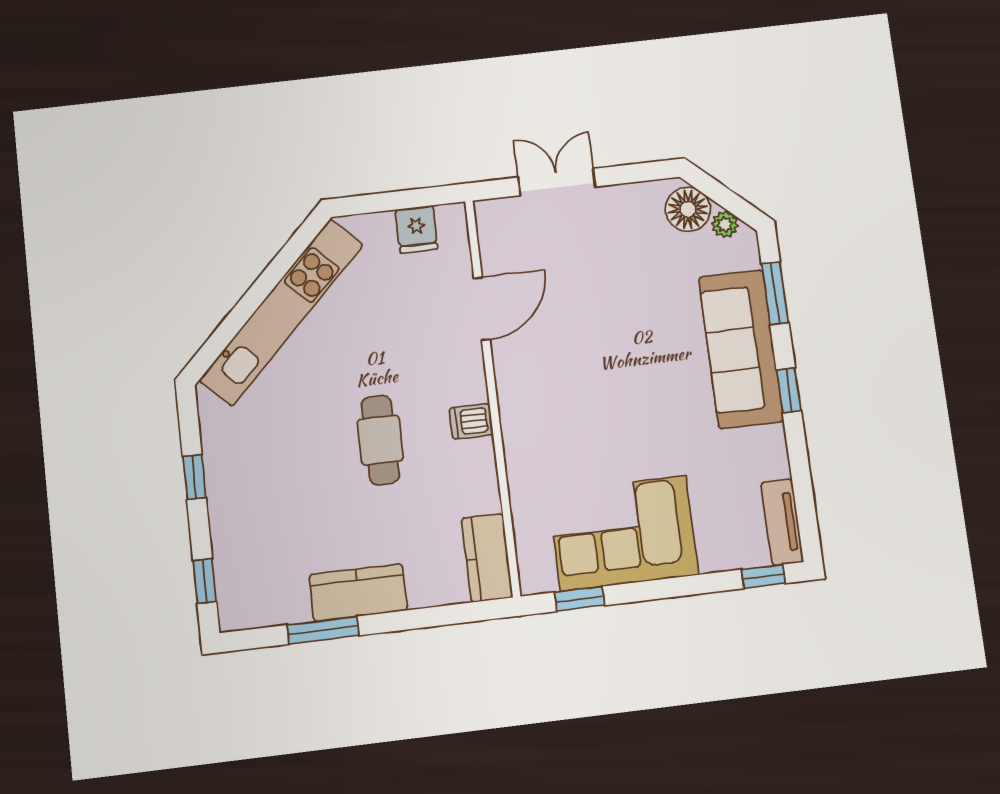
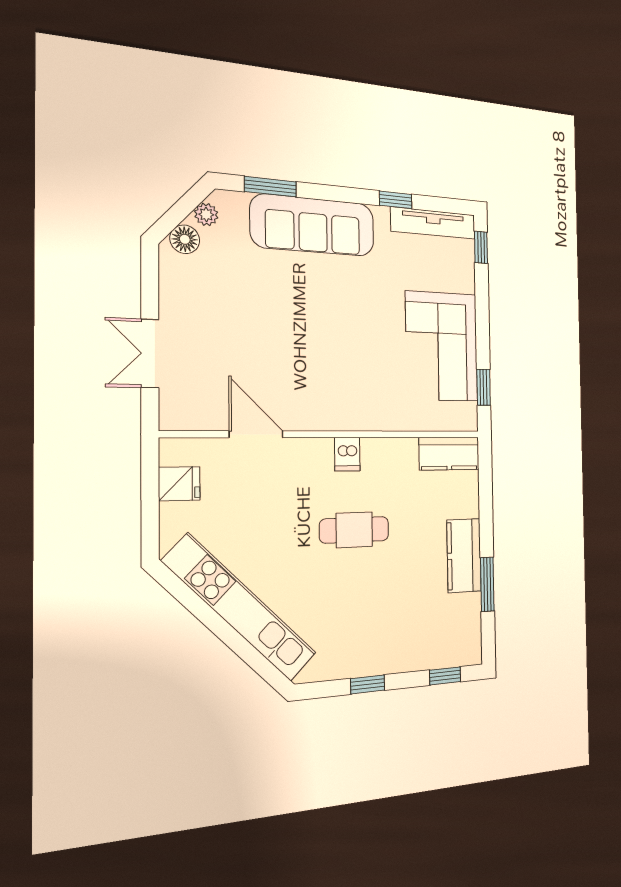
floor lamp: (688, 209) -> (185, 239), width x0.73, depth x0.73
window: (789, 390) -> (396, 200), moved
tv unit: (782, 522) -> (433, 223), width x1.41

